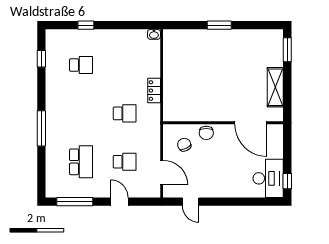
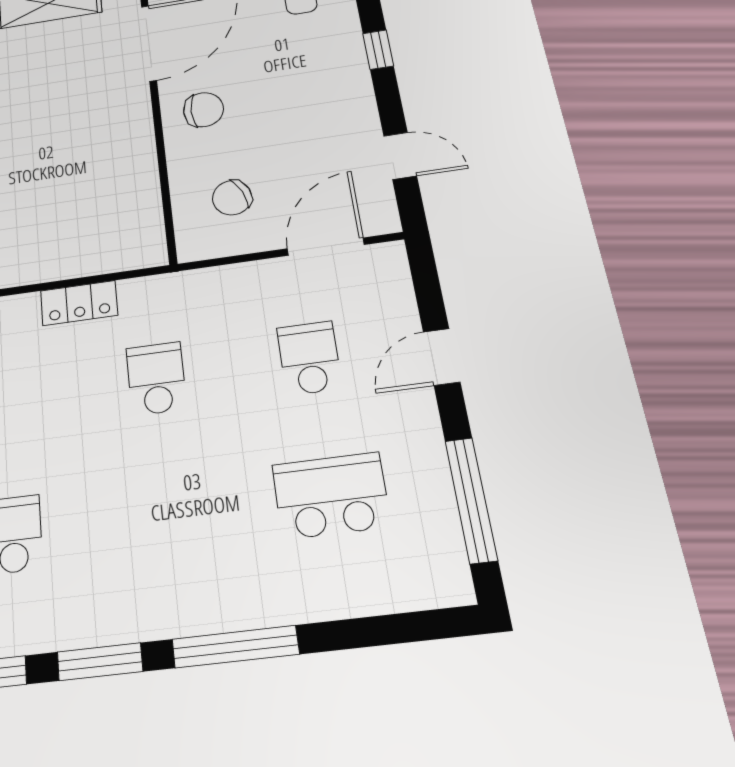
window: (41, 89) -> (100, 662), added
chair: (206, 133) -> (204, 110), moved
door: (191, 202) -> (400, 156), hinge flipped
window: (233, 202) -> (378, 50), added

